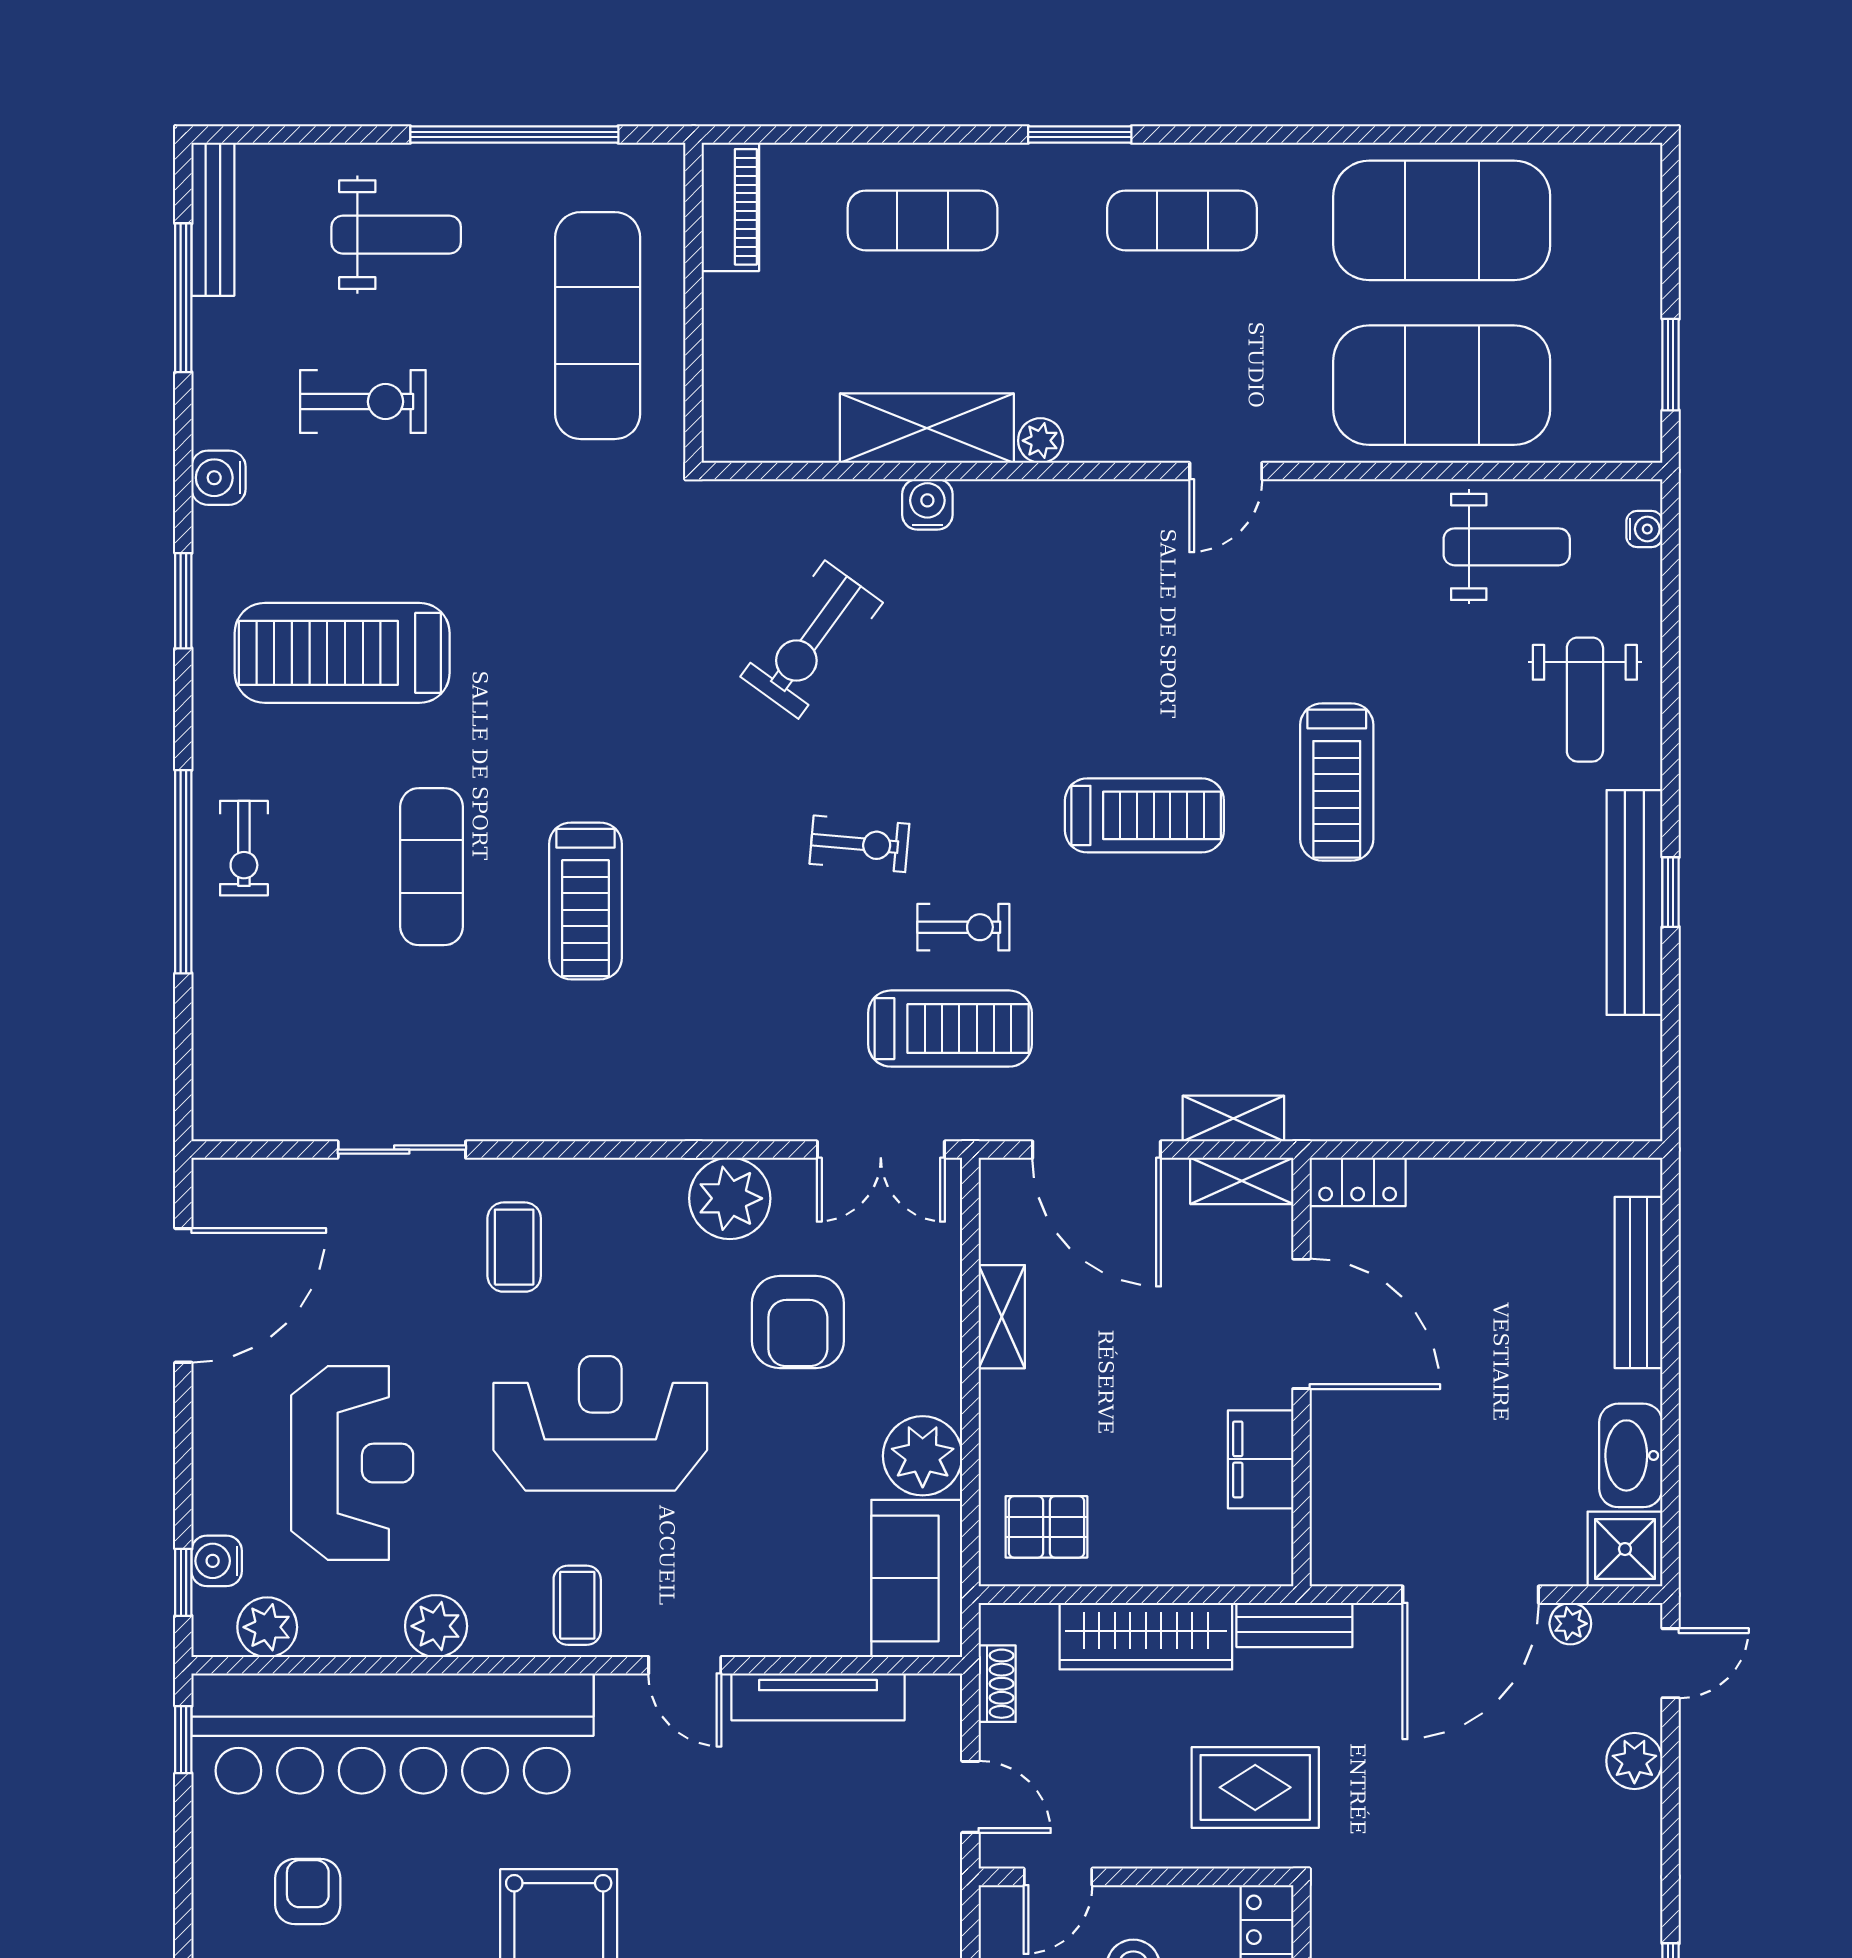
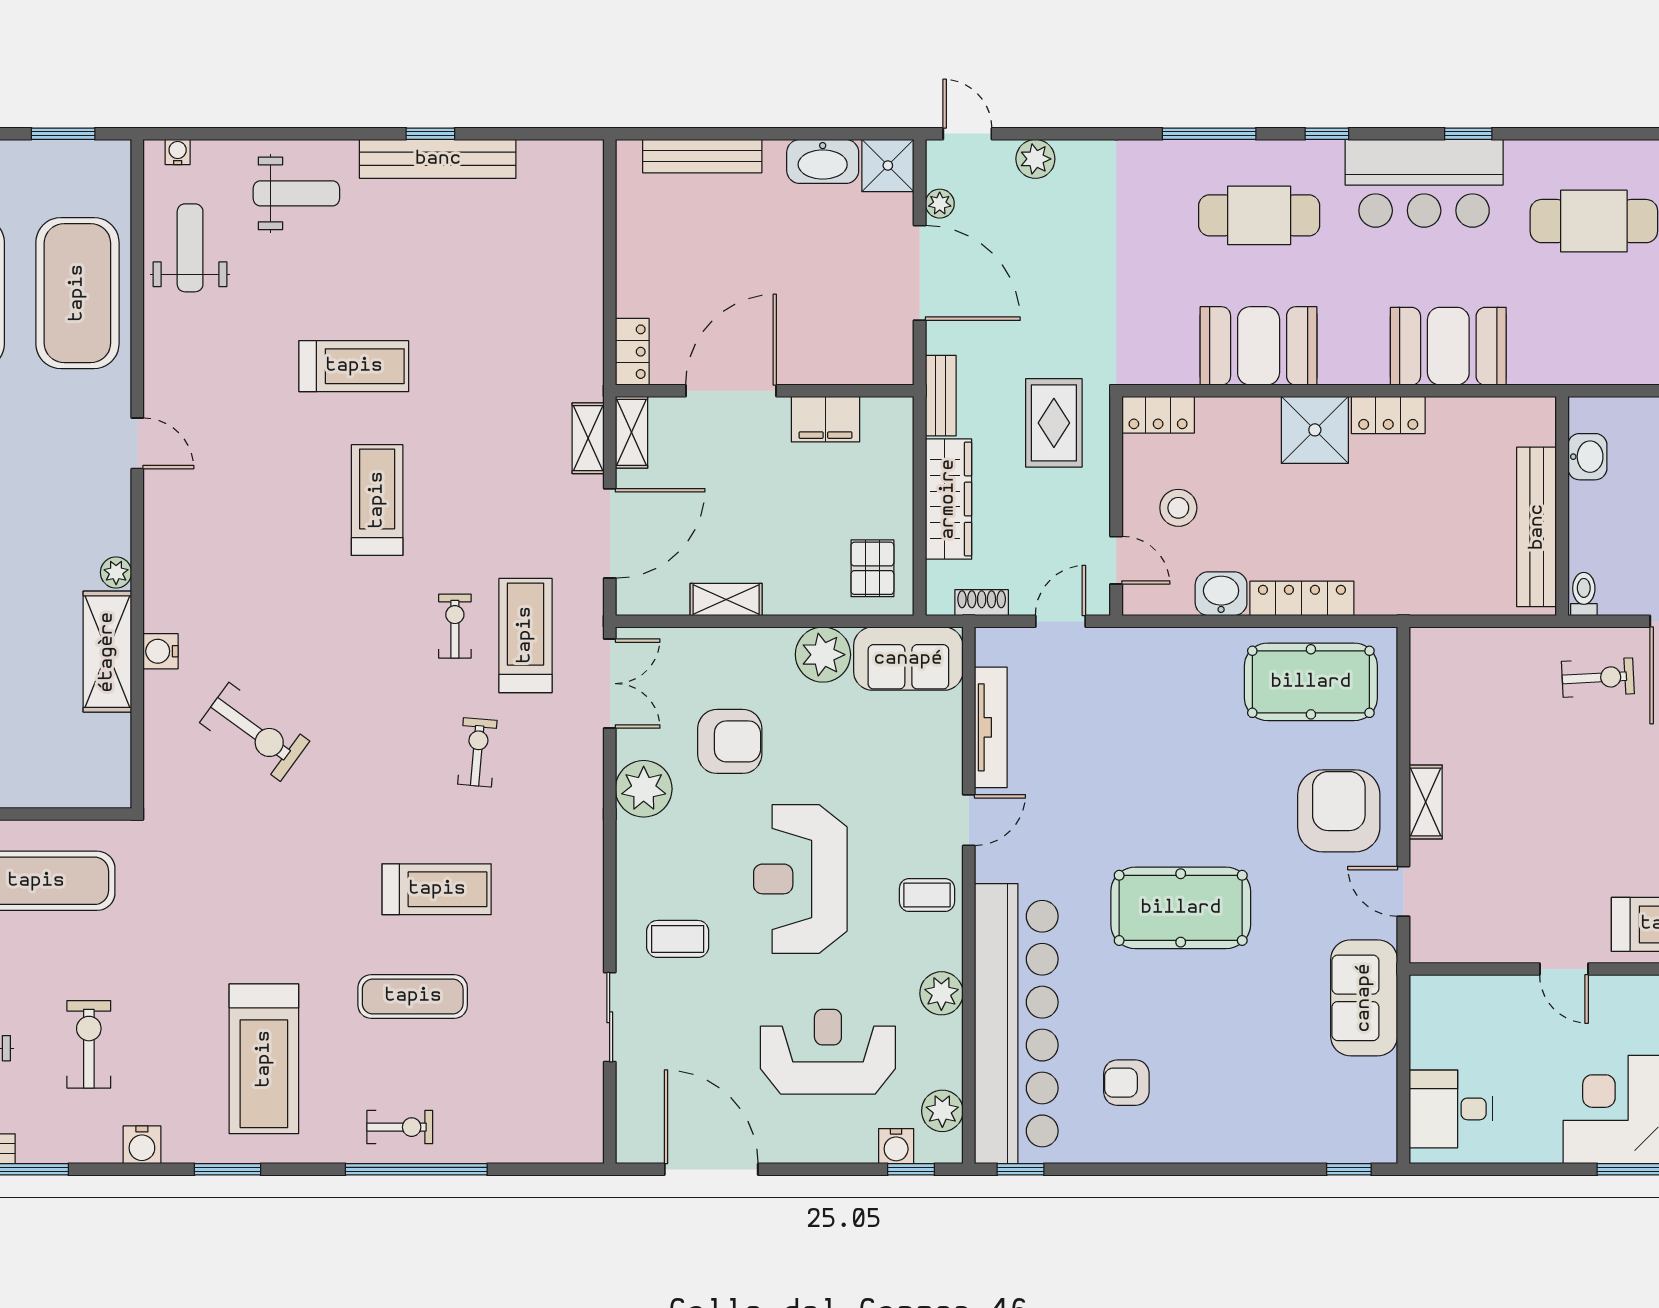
exercise bike: (859, 844) -> (477, 752), moved

